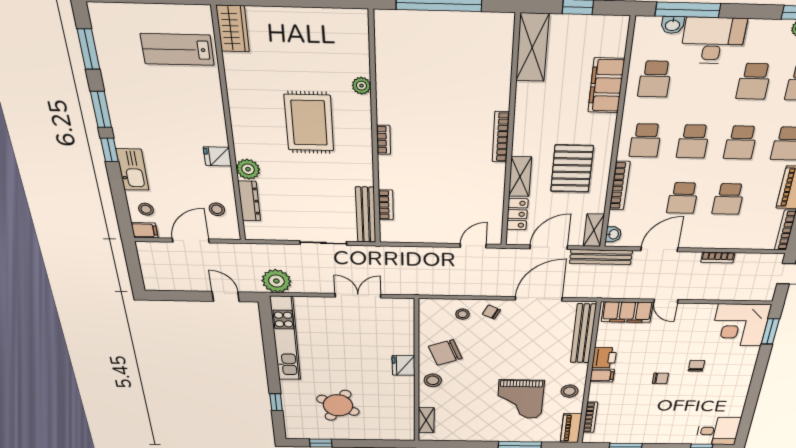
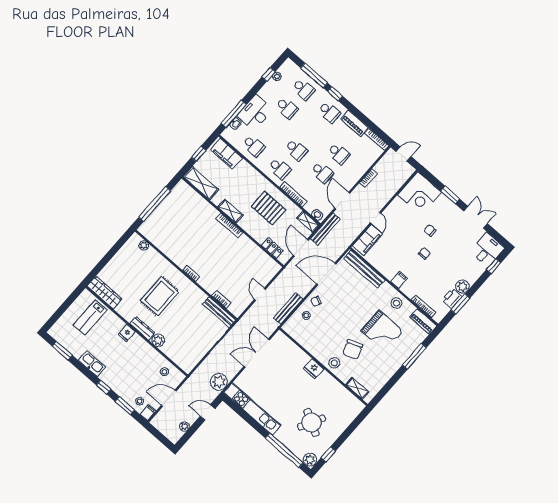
wardrobe: (233, 29) -> (105, 293), width x1.50
filing cabinet: (606, 85) -> (226, 154), moved
plant: (361, 86) -> (144, 245), moved
window: (101, 109) -> (125, 406), moved
rug: (309, 123) -> (160, 296), turned 90
school desk: (741, 143) -> (313, 131), removed
fridge: (217, 156) -> (127, 333), moved
kitchen sink: (133, 170) -> (92, 364), moved
shelving: (520, 177) -> (230, 211), moved
dresser: (249, 201) -> (142, 328), moved
door: (191, 240) -> (169, 398), hinge flipped
door: (473, 246) -> (260, 294), moved
plant: (179, 284) -> (184, 426), added
bench: (452, 289) -> (288, 308), added
double door: (358, 296) -> (257, 353), width x1.37
door: (539, 299) -> (326, 274), hinge flipped
door: (666, 301) -> (376, 218), hinge flipped
window: (770, 331) -> (450, 195), moved
chair: (445, 352) -> (353, 349), moved
printer: (604, 358) -> (452, 298), moved, turned -90
double door: (753, 397) -> (476, 217), added
window: (276, 402) -> (284, 450), width x3.17
plant: (295, 431) -> (310, 460), added
plant: (649, 436) -> (462, 287), added

